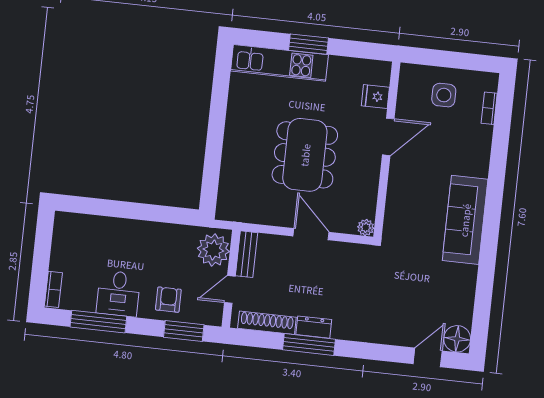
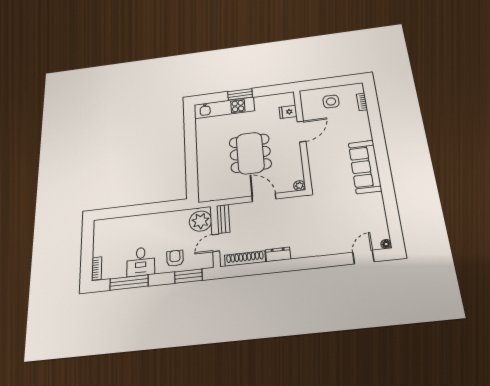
floor lamp: (457, 339) -> (386, 244), width x0.53, depth x0.53
window: (309, 345) -> (277, 266), removed

